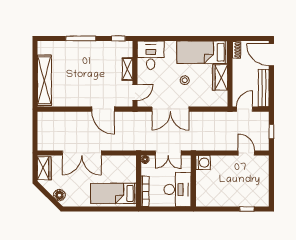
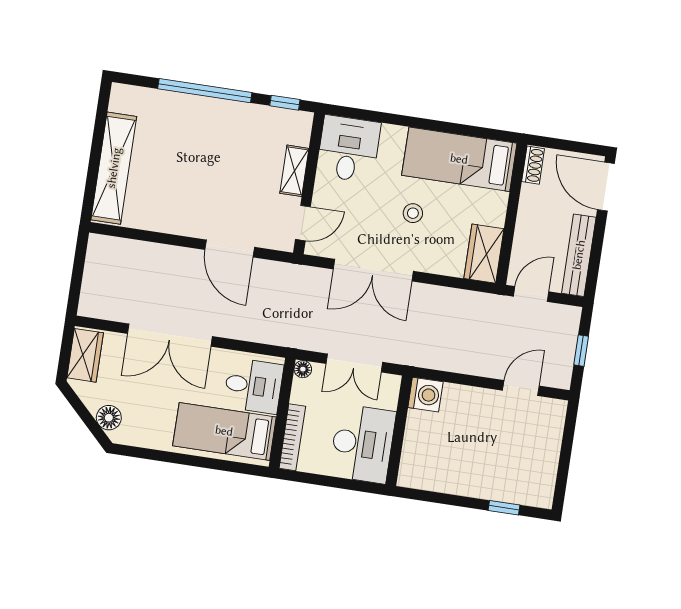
window: (81, 38) -> (205, 91), width x1.46
wardrobe: (220, 77) -> (484, 254), moved
door: (246, 153) -> (521, 388), hinge flipped
desk: (123, 170) -> (253, 386), added

